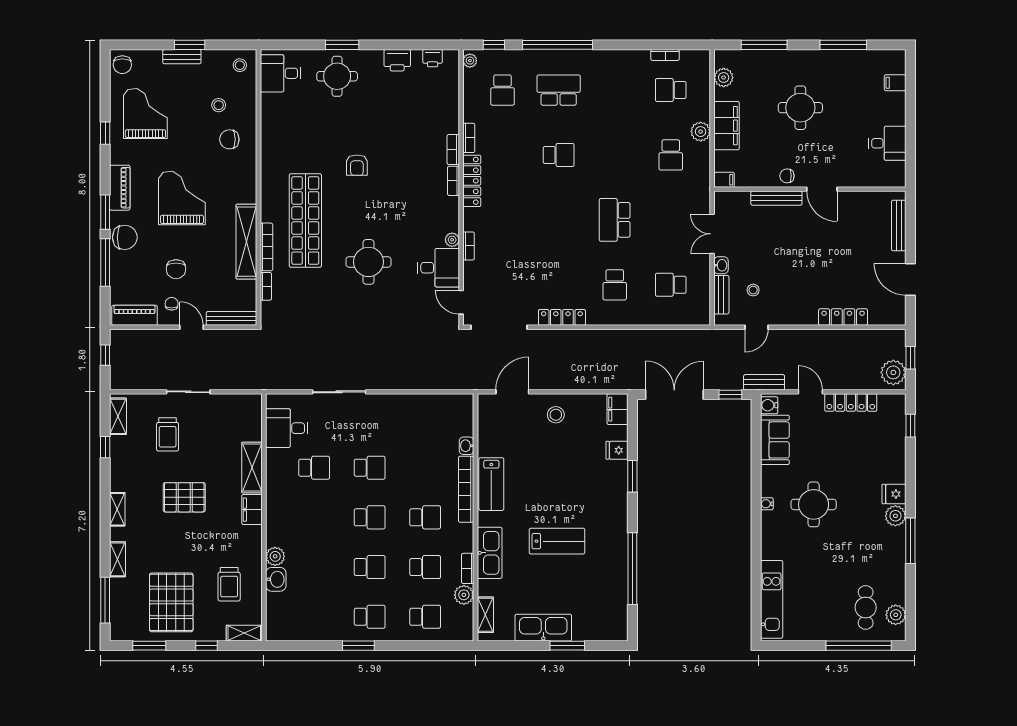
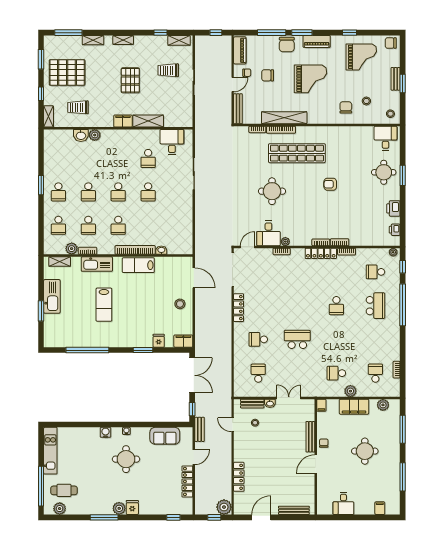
plant: (893, 372) -> (224, 507), moved
water cooler: (769, 405) -> (105, 432), moved
kitchen unit: (772, 599) -> (50, 451), moved, turned -90

